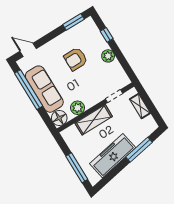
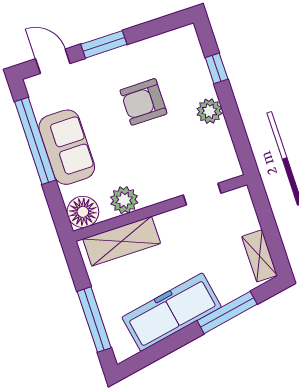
window: (74, 22) -> (104, 44), moved
sofa: (44, 89) -> (67, 147), width x0.73
shelving: (140, 106) -> (259, 256), moved
shelving: (94, 120) -> (122, 241), moved

